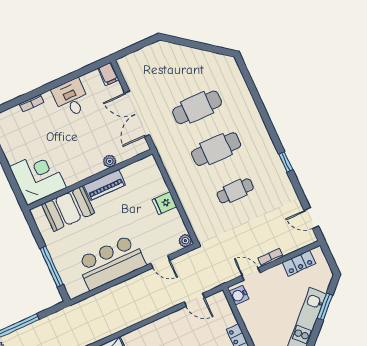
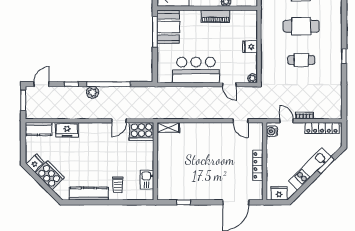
booth: (68, 209) -> (168, 27), moved, turned 90
door: (311, 218) -> (344, 102), removed
locker: (299, 263) -> (322, 128), width x1.53
window: (52, 267) -> (155, 32), moved

